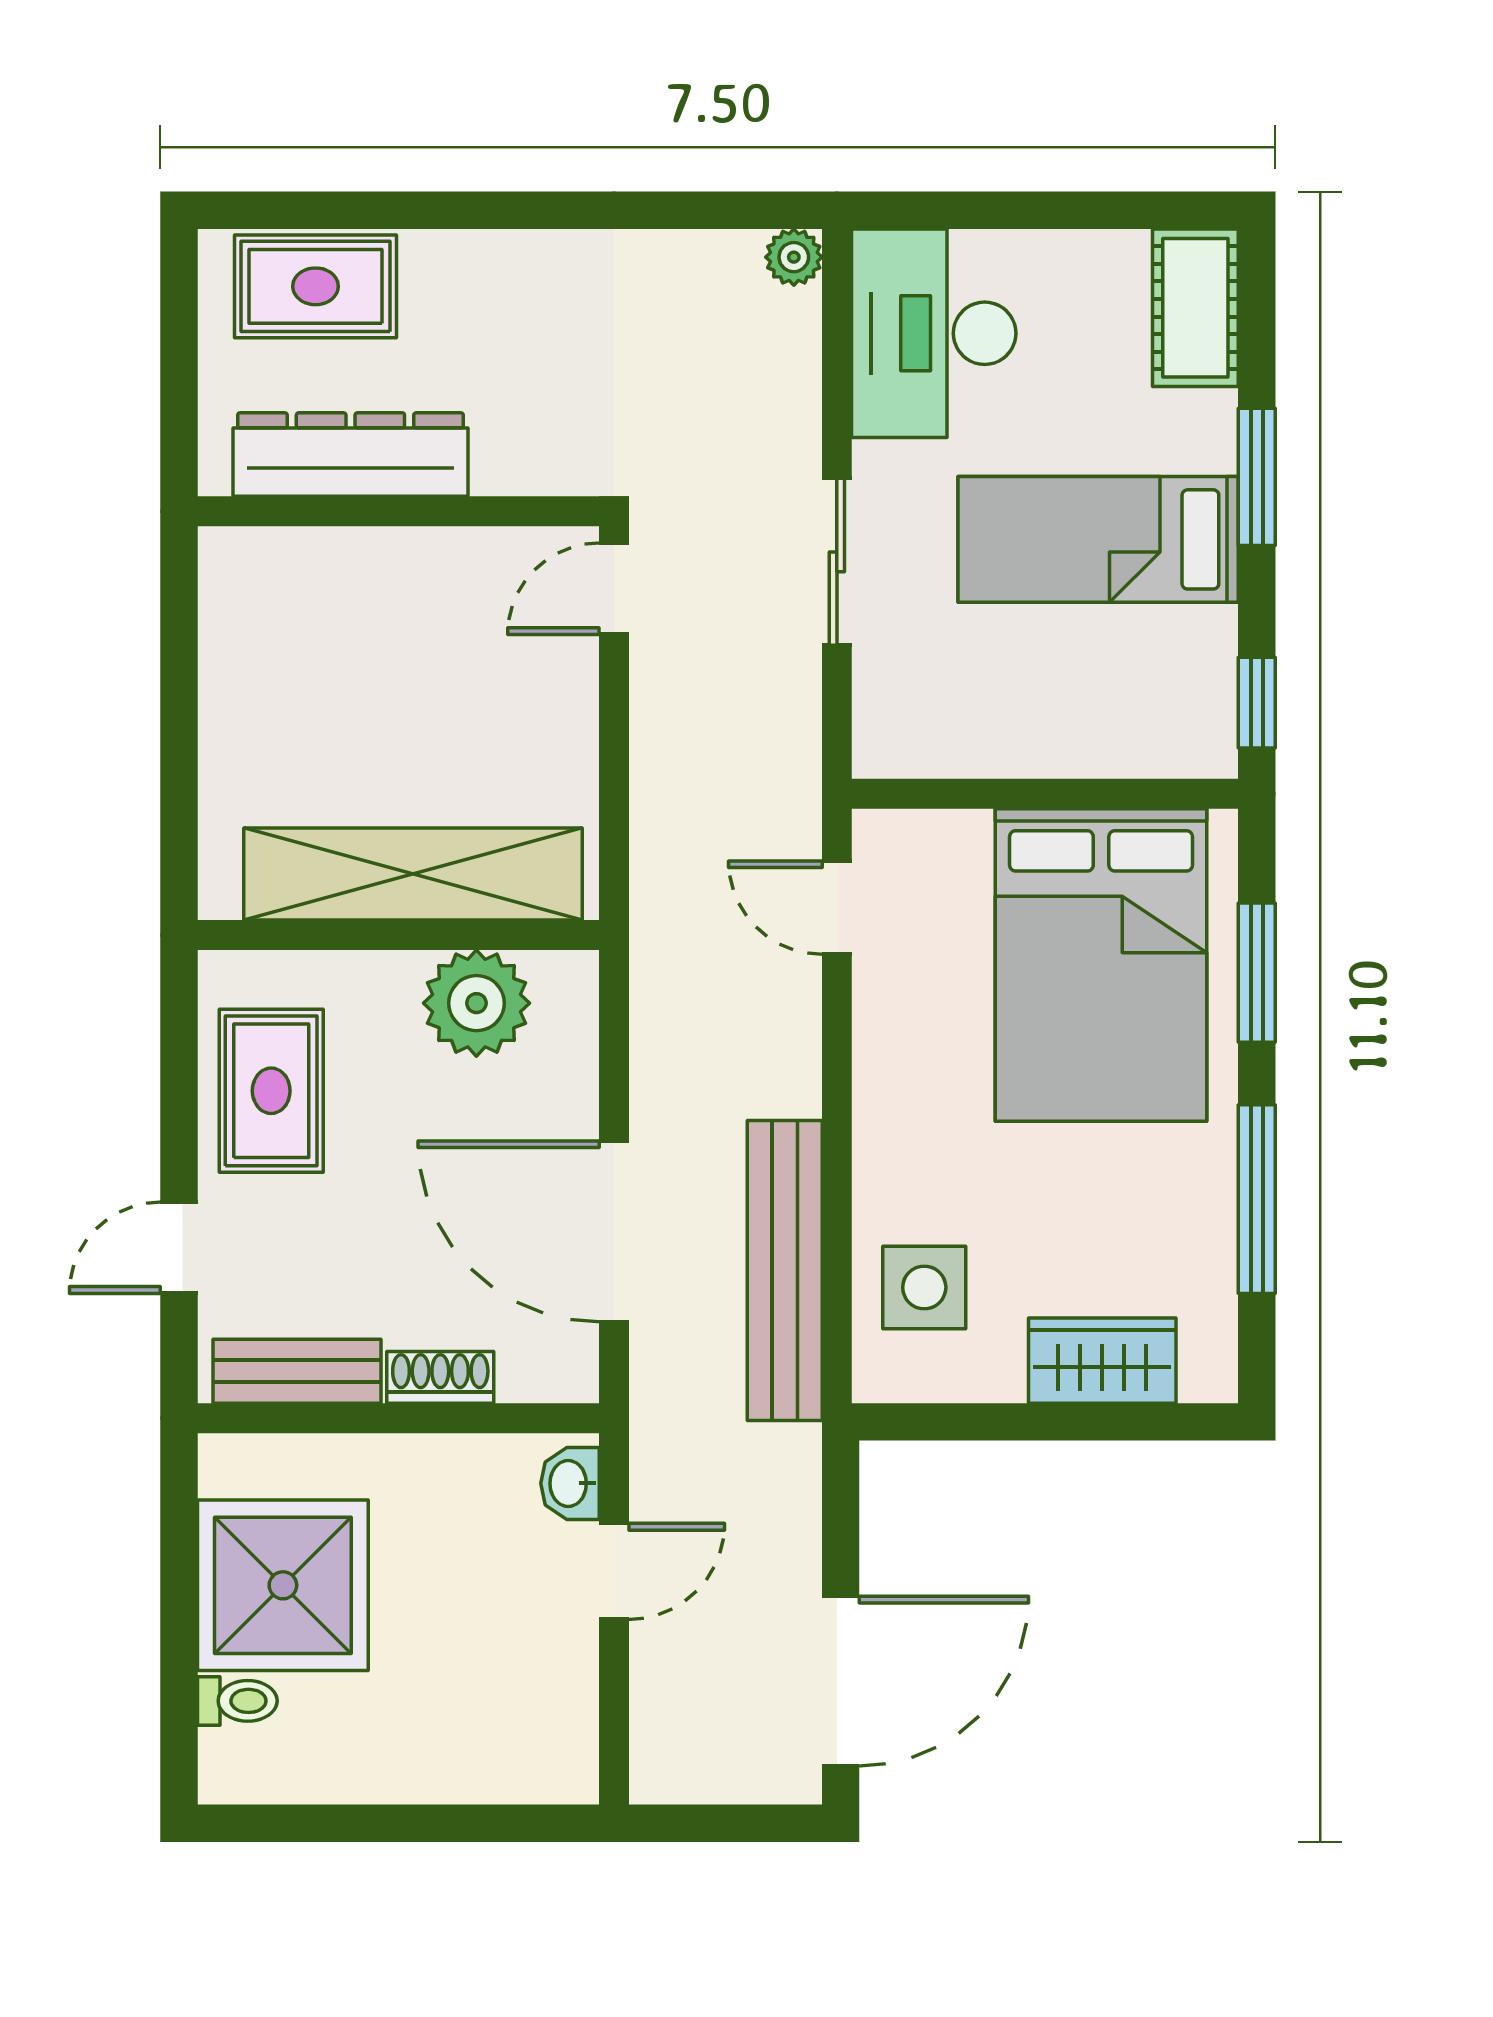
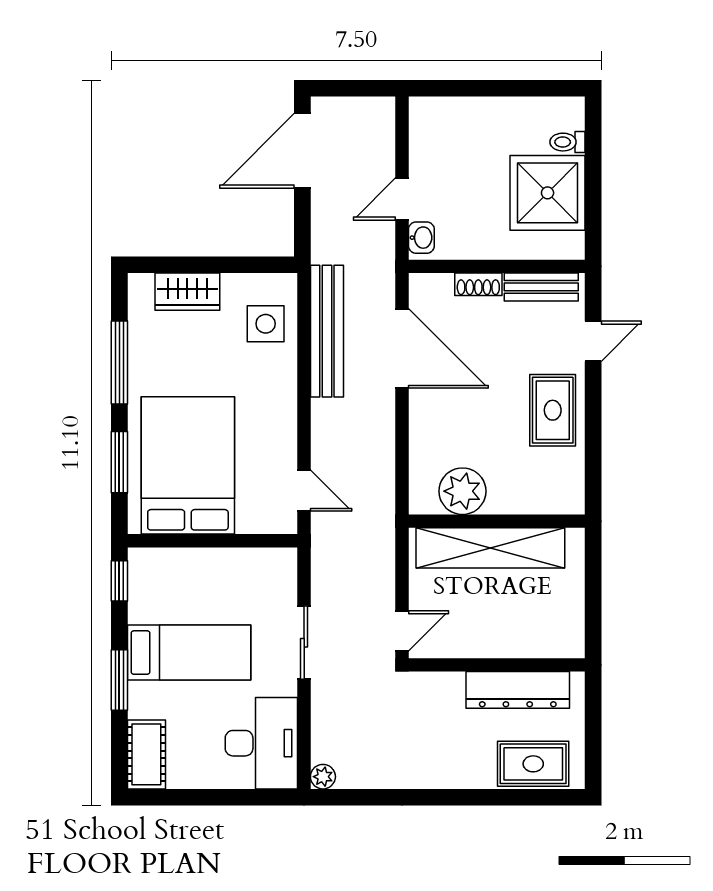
shelving: (413, 874) -> (490, 548), moved
wall: (398, 935) -> (497, 521), moved
plant: (476, 1003) -> (462, 491), moved

